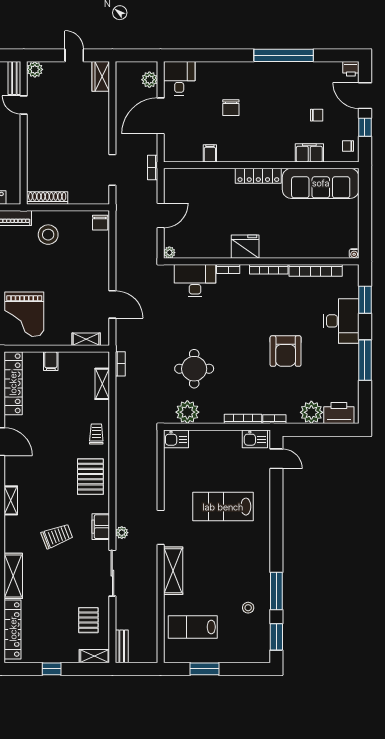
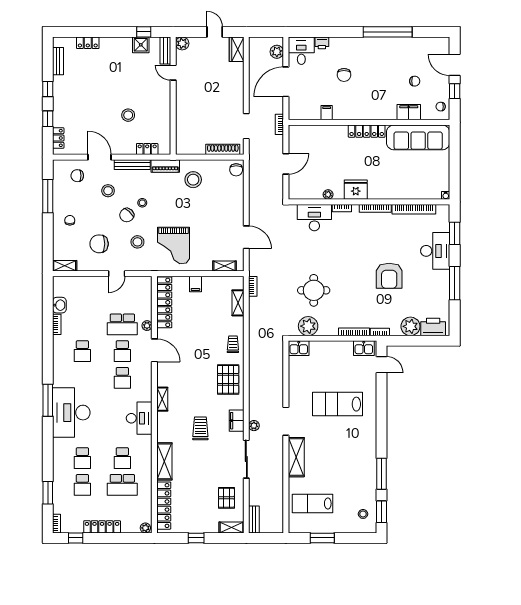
printer: (351, 69) -> (322, 43), moved
shoe rack: (47, 198) -> (223, 149), moved
plant: (169, 253) -> (328, 194), moved
trolley: (57, 536) -> (200, 428), turned -69
stool: (248, 608) -> (363, 514), moved

